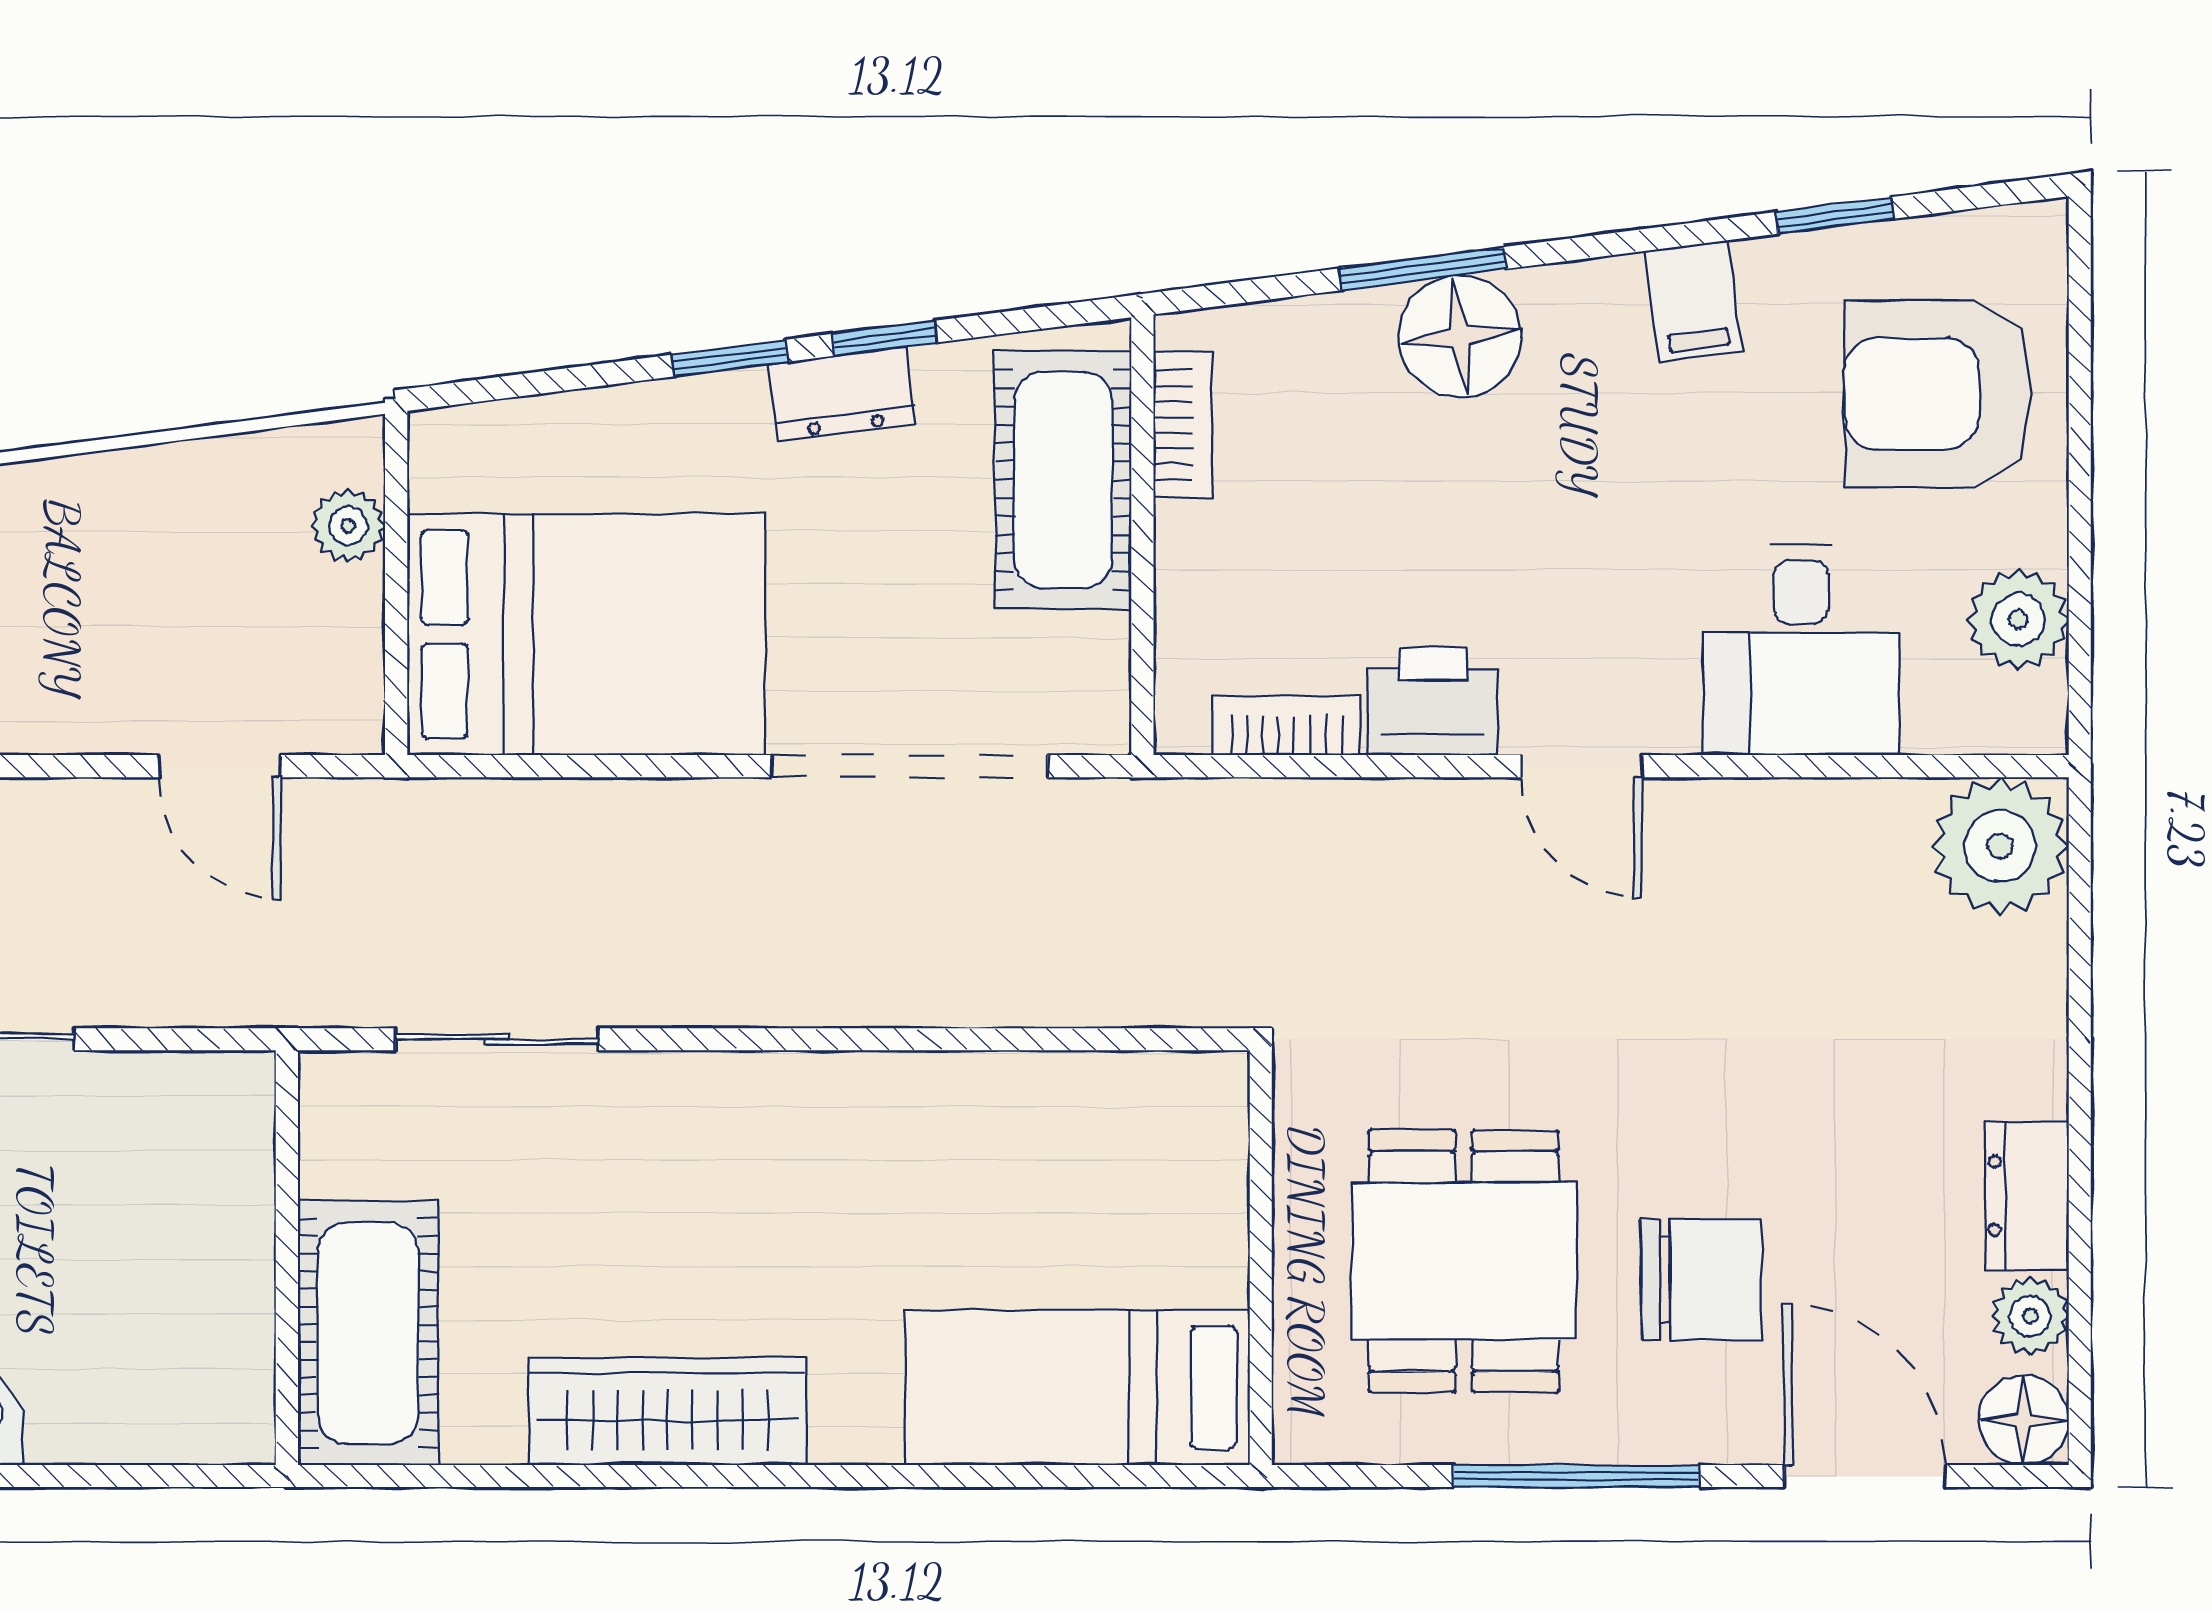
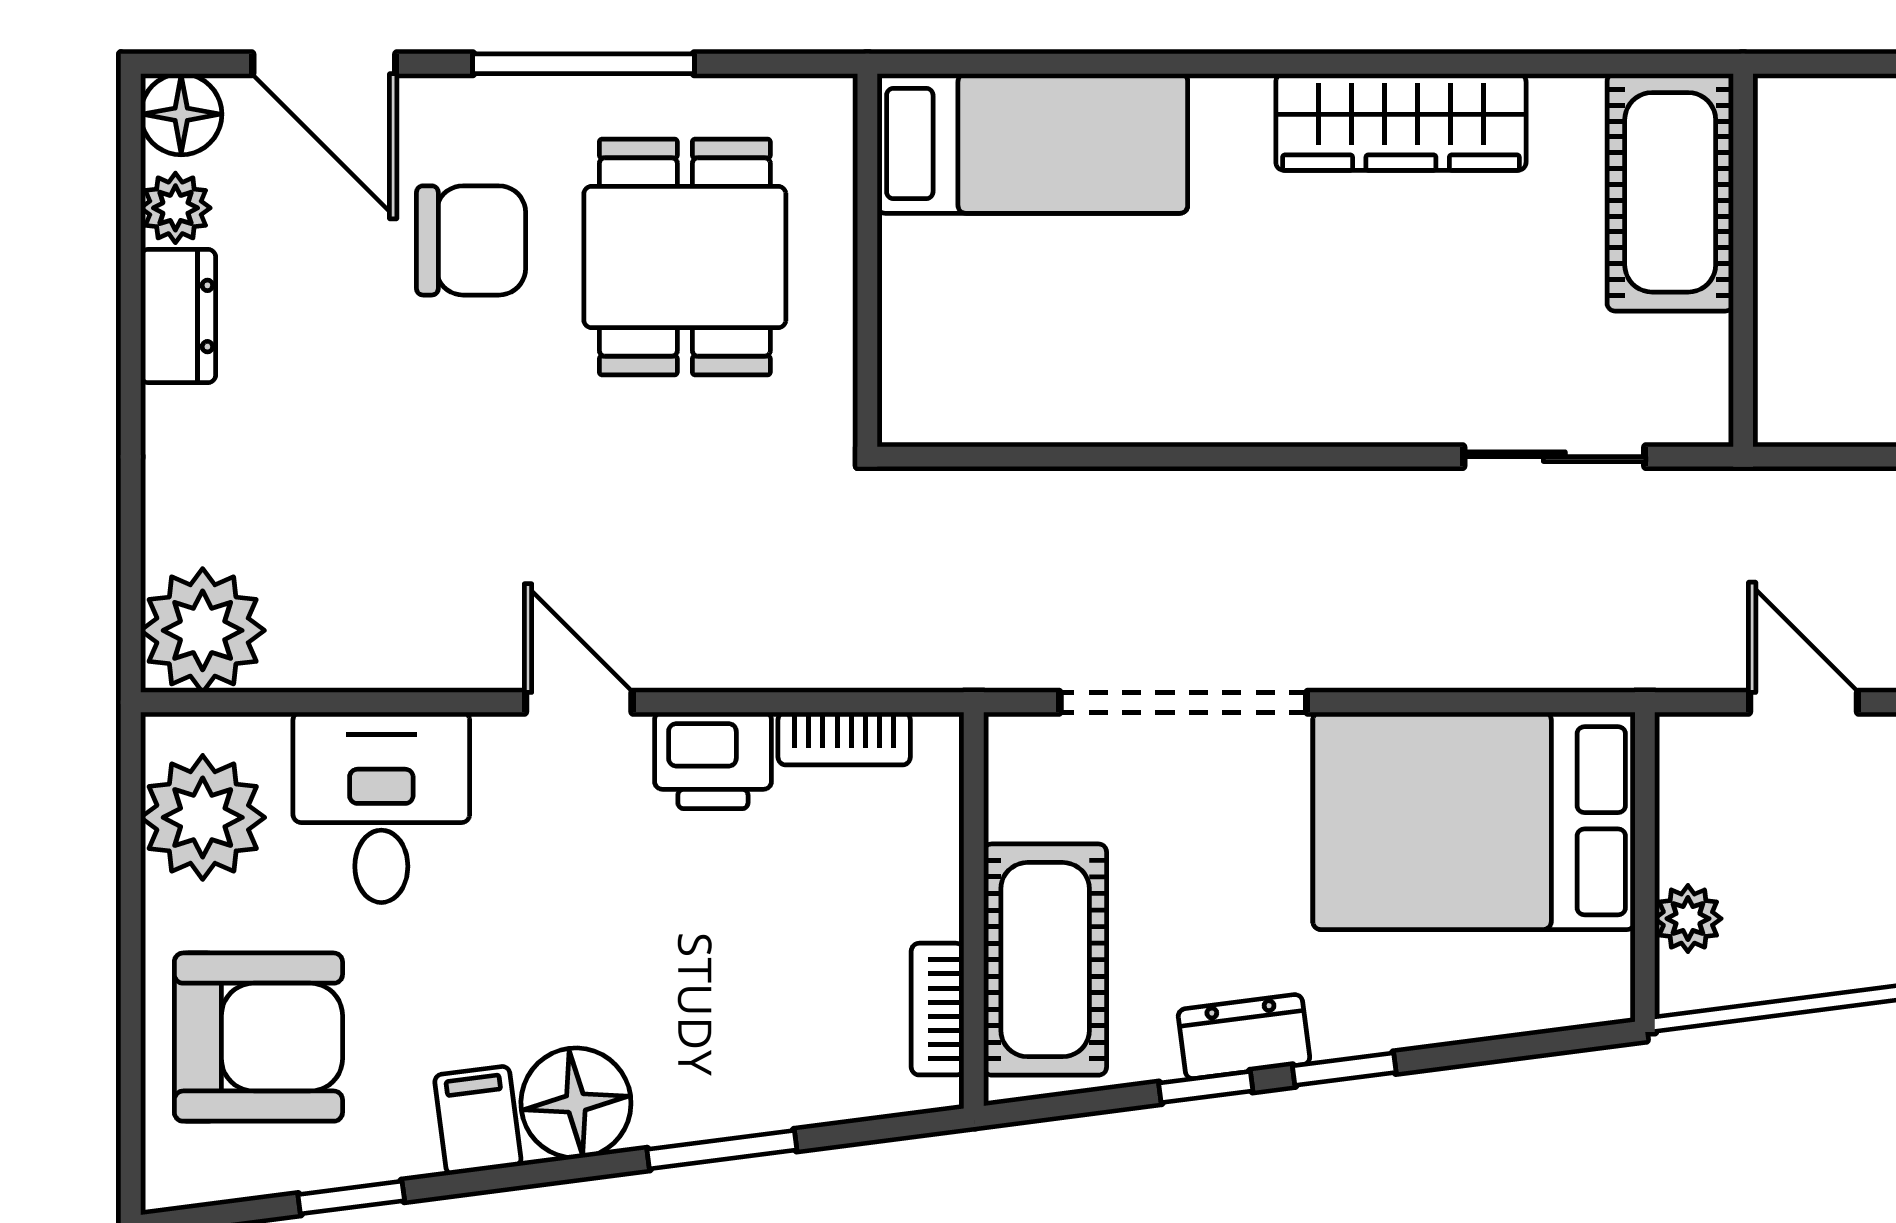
floor lamp: (1460, 337) -> (576, 1103), moved
plant: (2018, 620) -> (203, 817), width x1.36, depth x1.36
chair: (1701, 1280) -> (471, 240), turned 180

